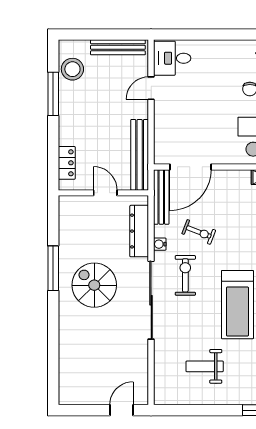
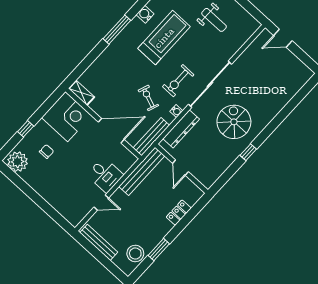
desk: (172, 58) -> (105, 175), moved
window: (53, 94) -> (159, 250), width x0.69
locker: (67, 163) -> (179, 213), moved
door: (190, 167) -> (111, 131), moved
window: (53, 268) -> (248, 152), width x0.46
spiral stairs: (94, 285) -> (234, 122), turned 180

